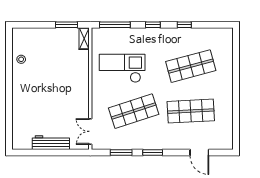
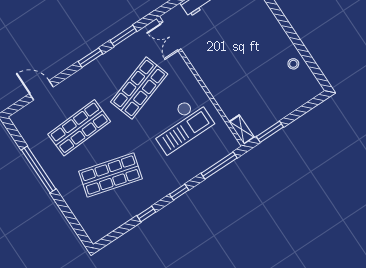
shop shelf: (191, 66) -> (111, 175), turned 30
window: (236, 101) -> (39, 169), added
double door: (90, 131) -> (171, 36), swing flipped

